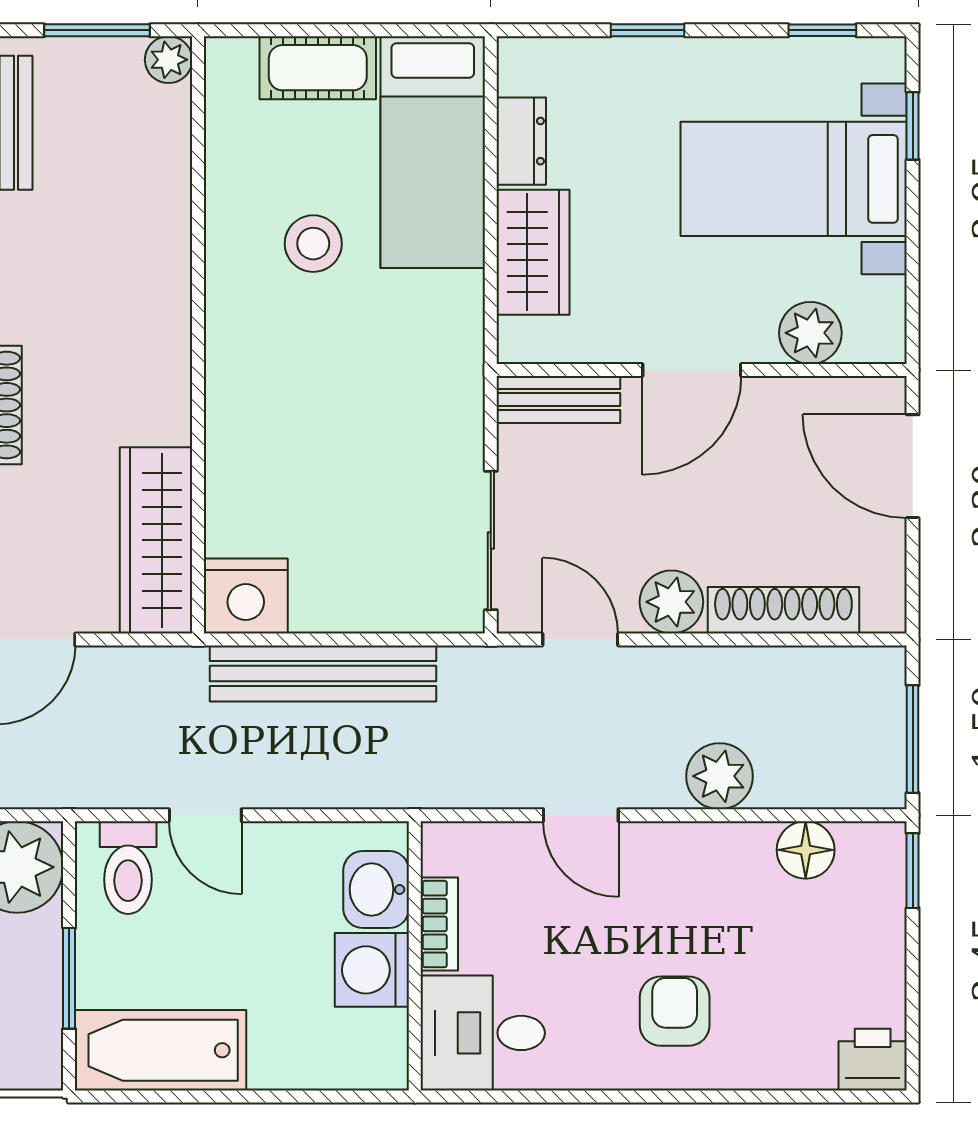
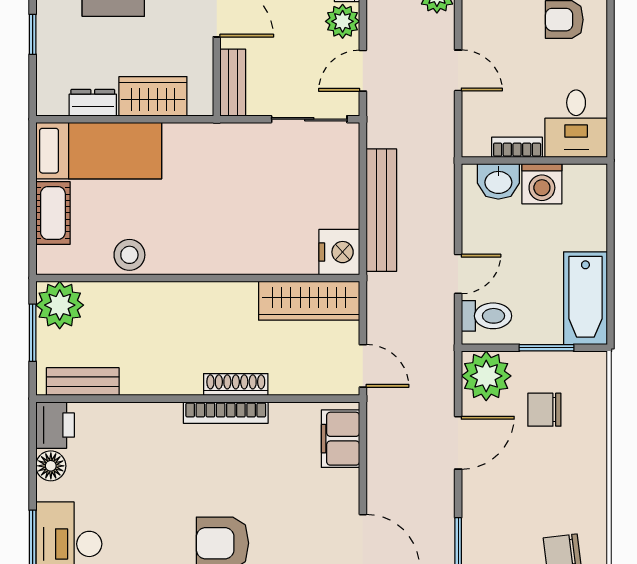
plant: (169, 60) -> (60, 305), width x1.87, depth x1.87
stool: (313, 244) -> (129, 255), moved
door: (581, 815) -> (458, 70), hinge flipped

